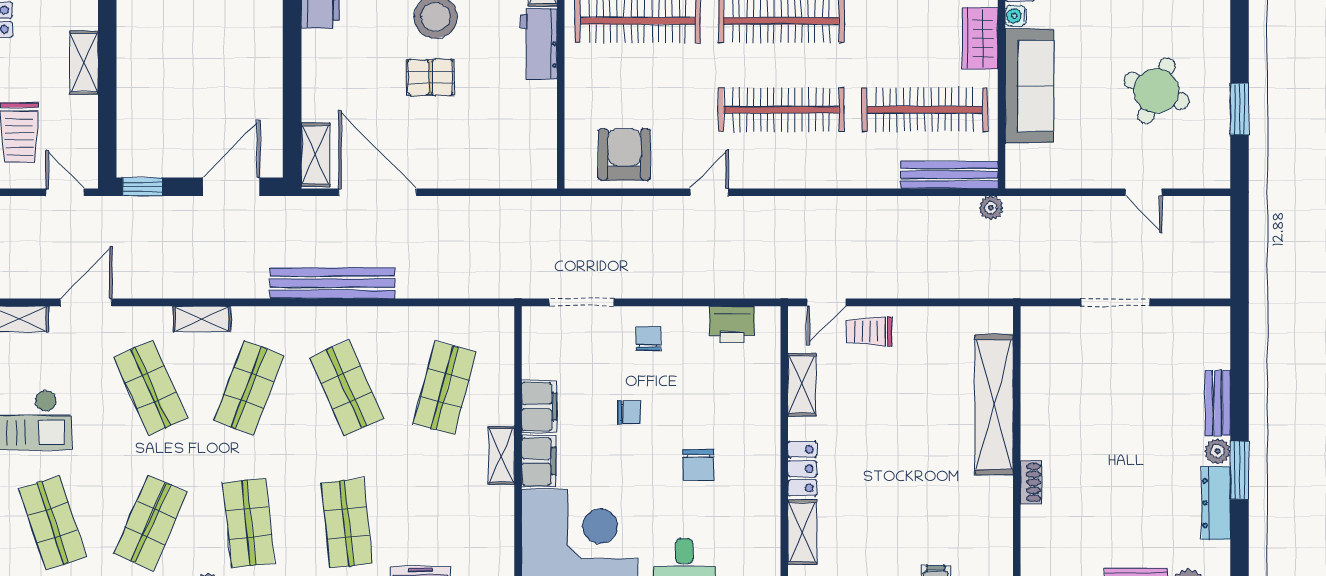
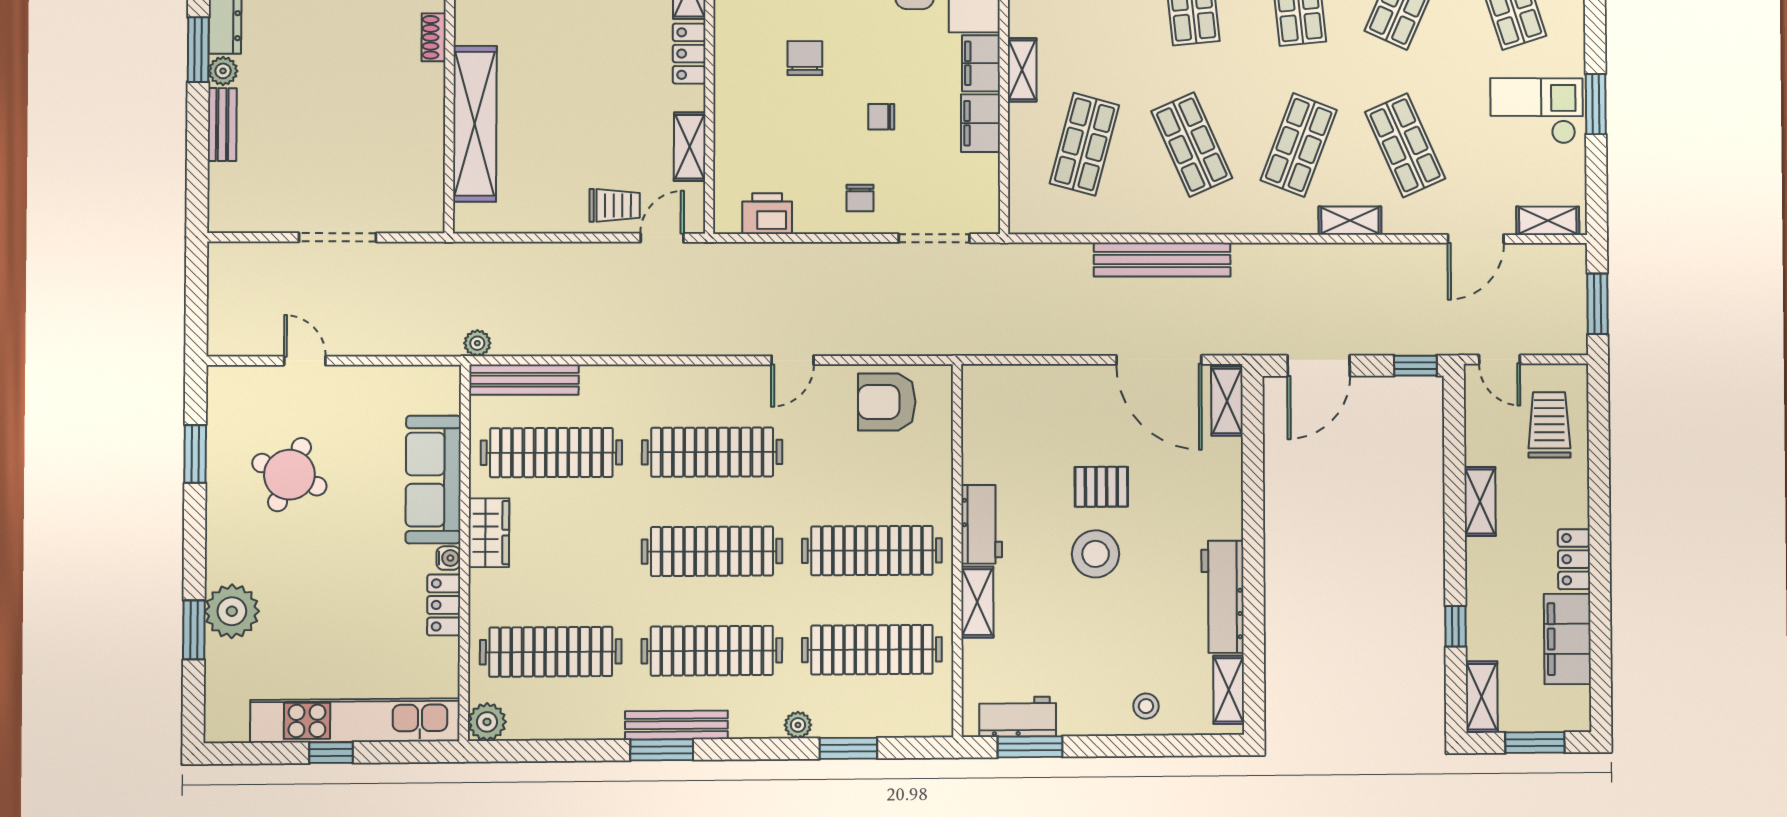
armchair: (624, 154) -> (887, 402), turned 90
bench: (332, 283) -> (1162, 260), moved

